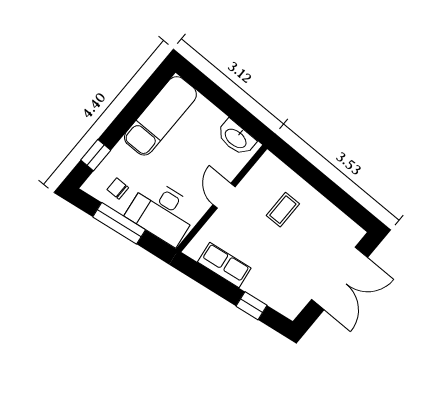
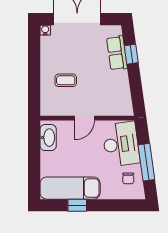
window: (96, 155) -> (77, 205), moved
water cooler: (357, 233) -> (45, 30), added
row of seats: (224, 265) -> (117, 53), moved

